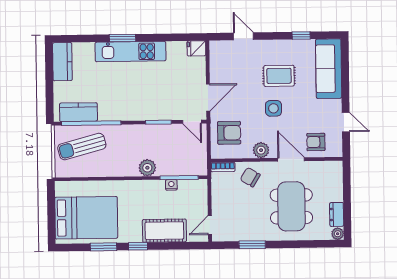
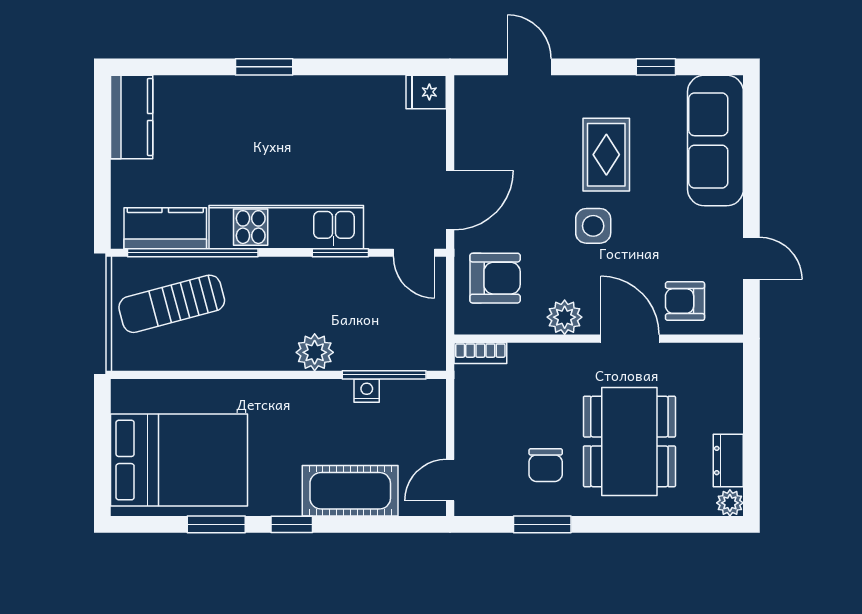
kitchen unit: (130, 52) -> (286, 227), moved, turned 180
rug: (279, 76) -> (606, 155), turned 90
chair: (250, 177) -> (546, 465), moved, turned -121

